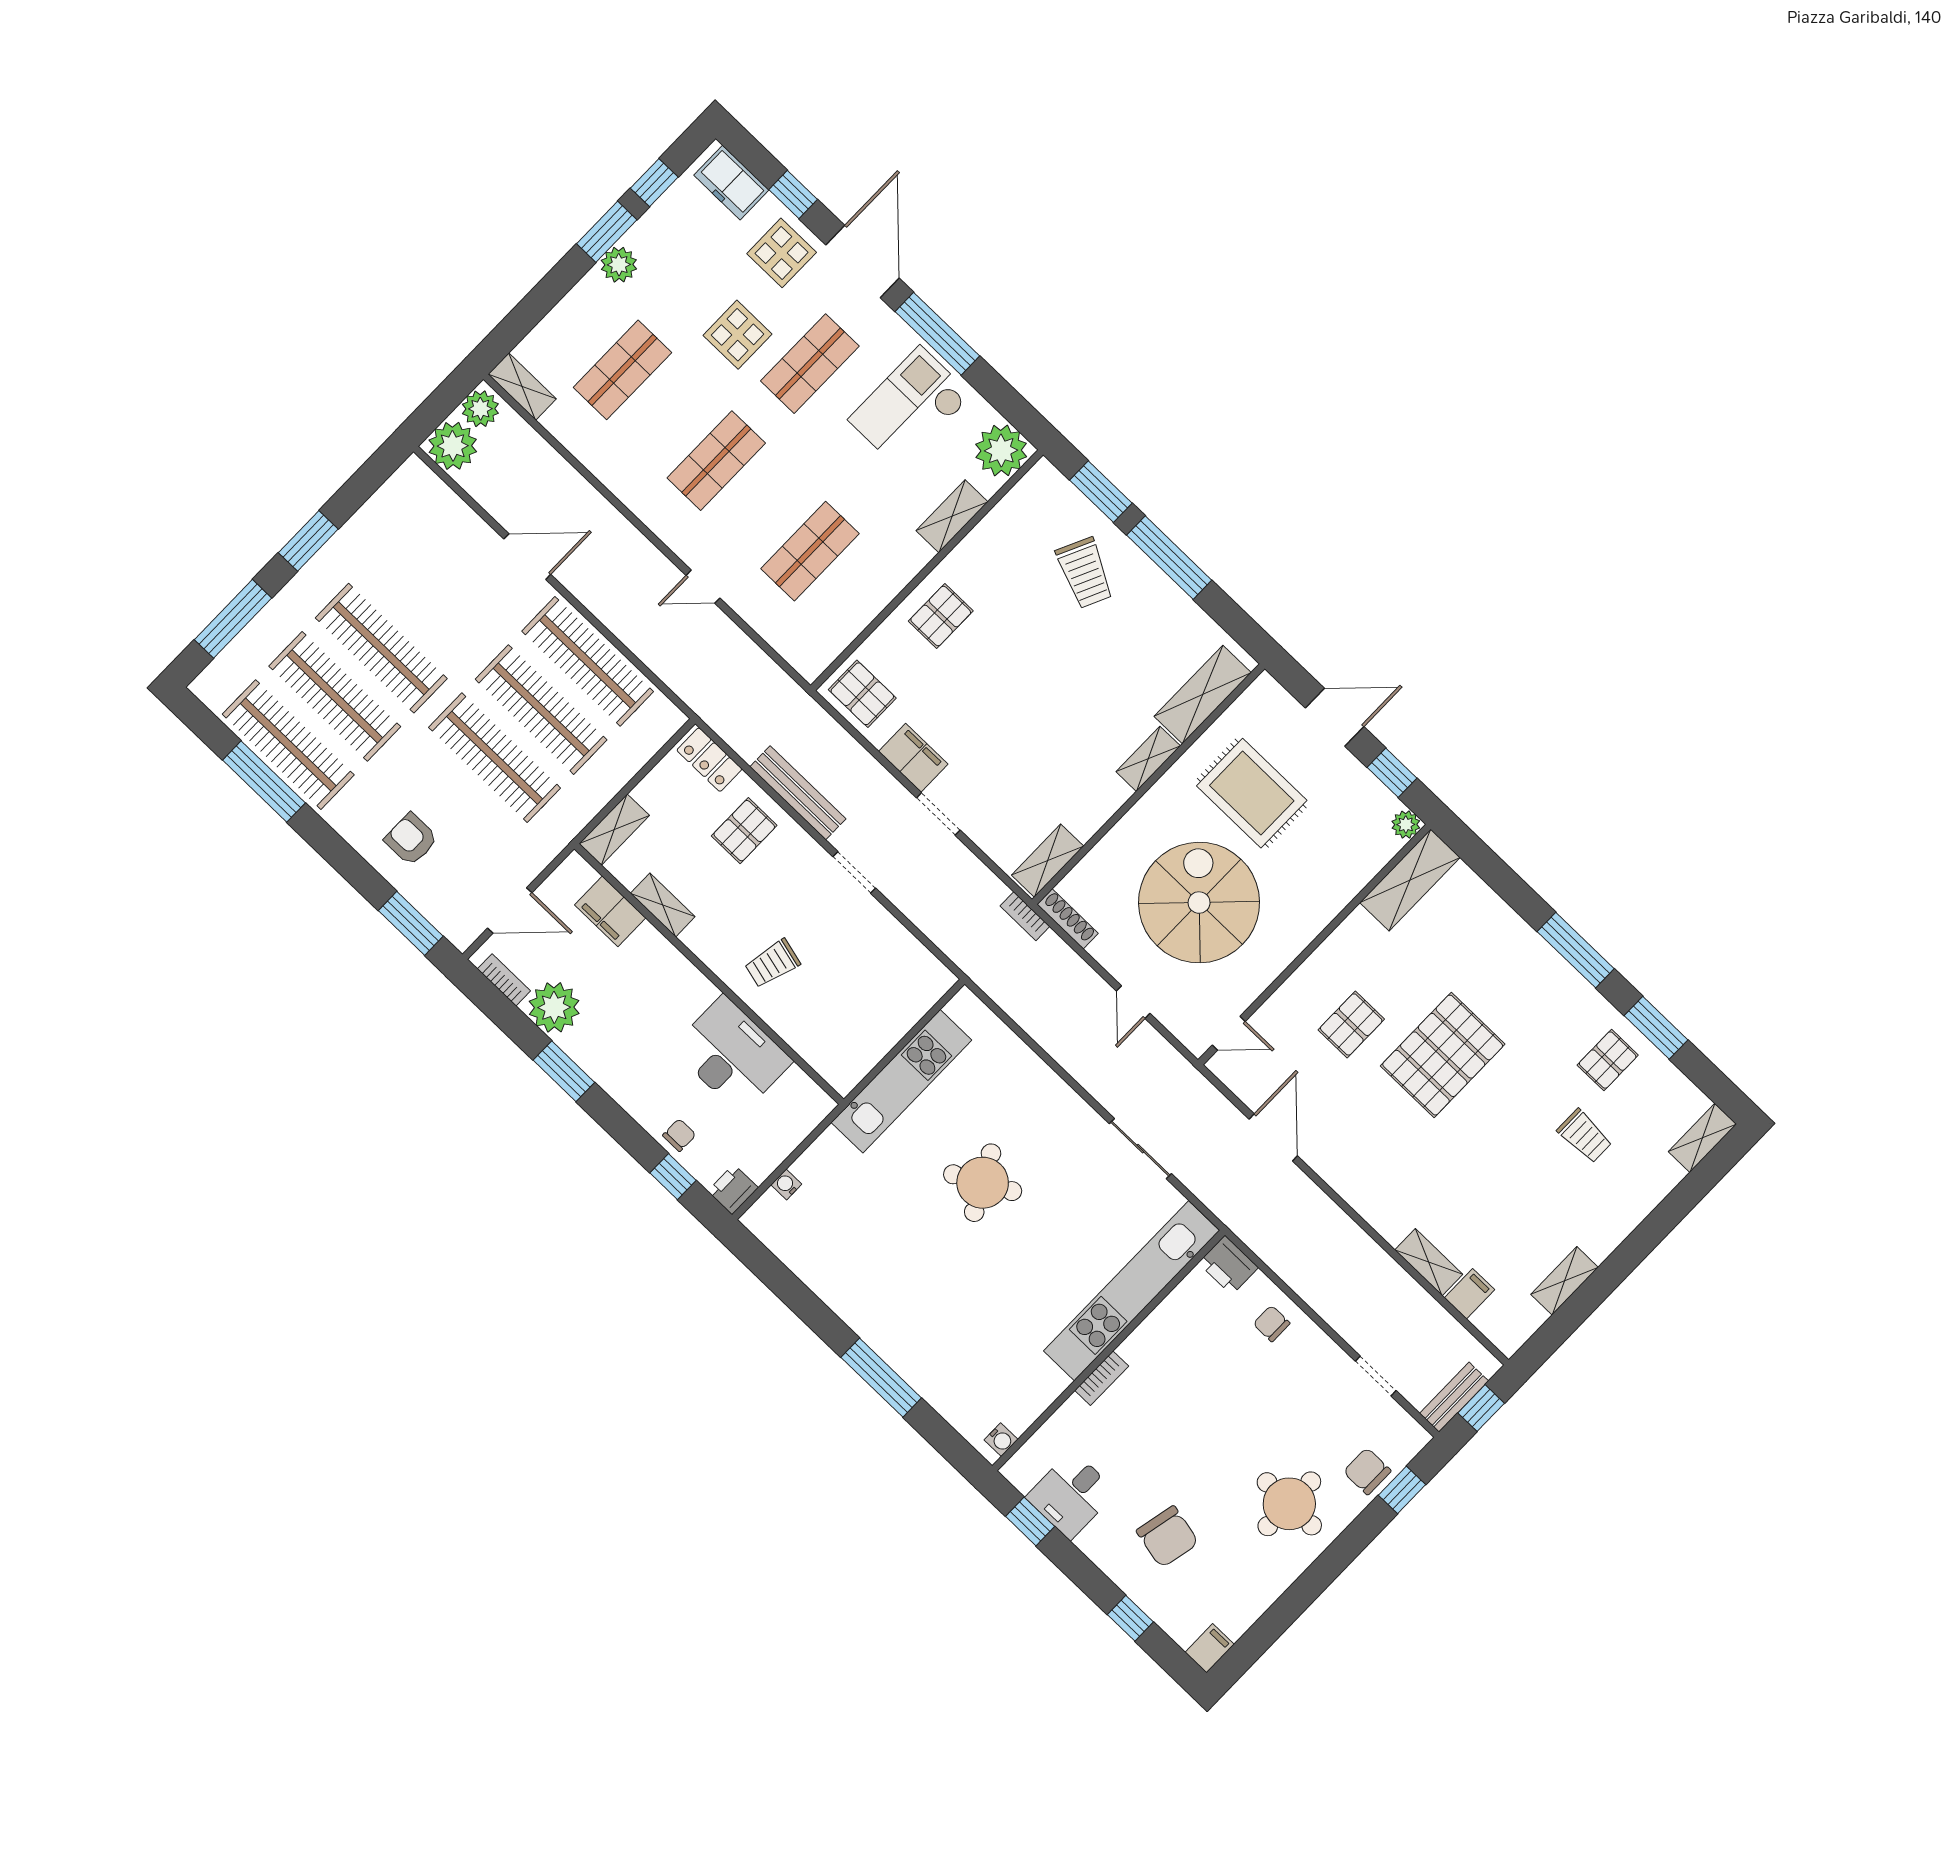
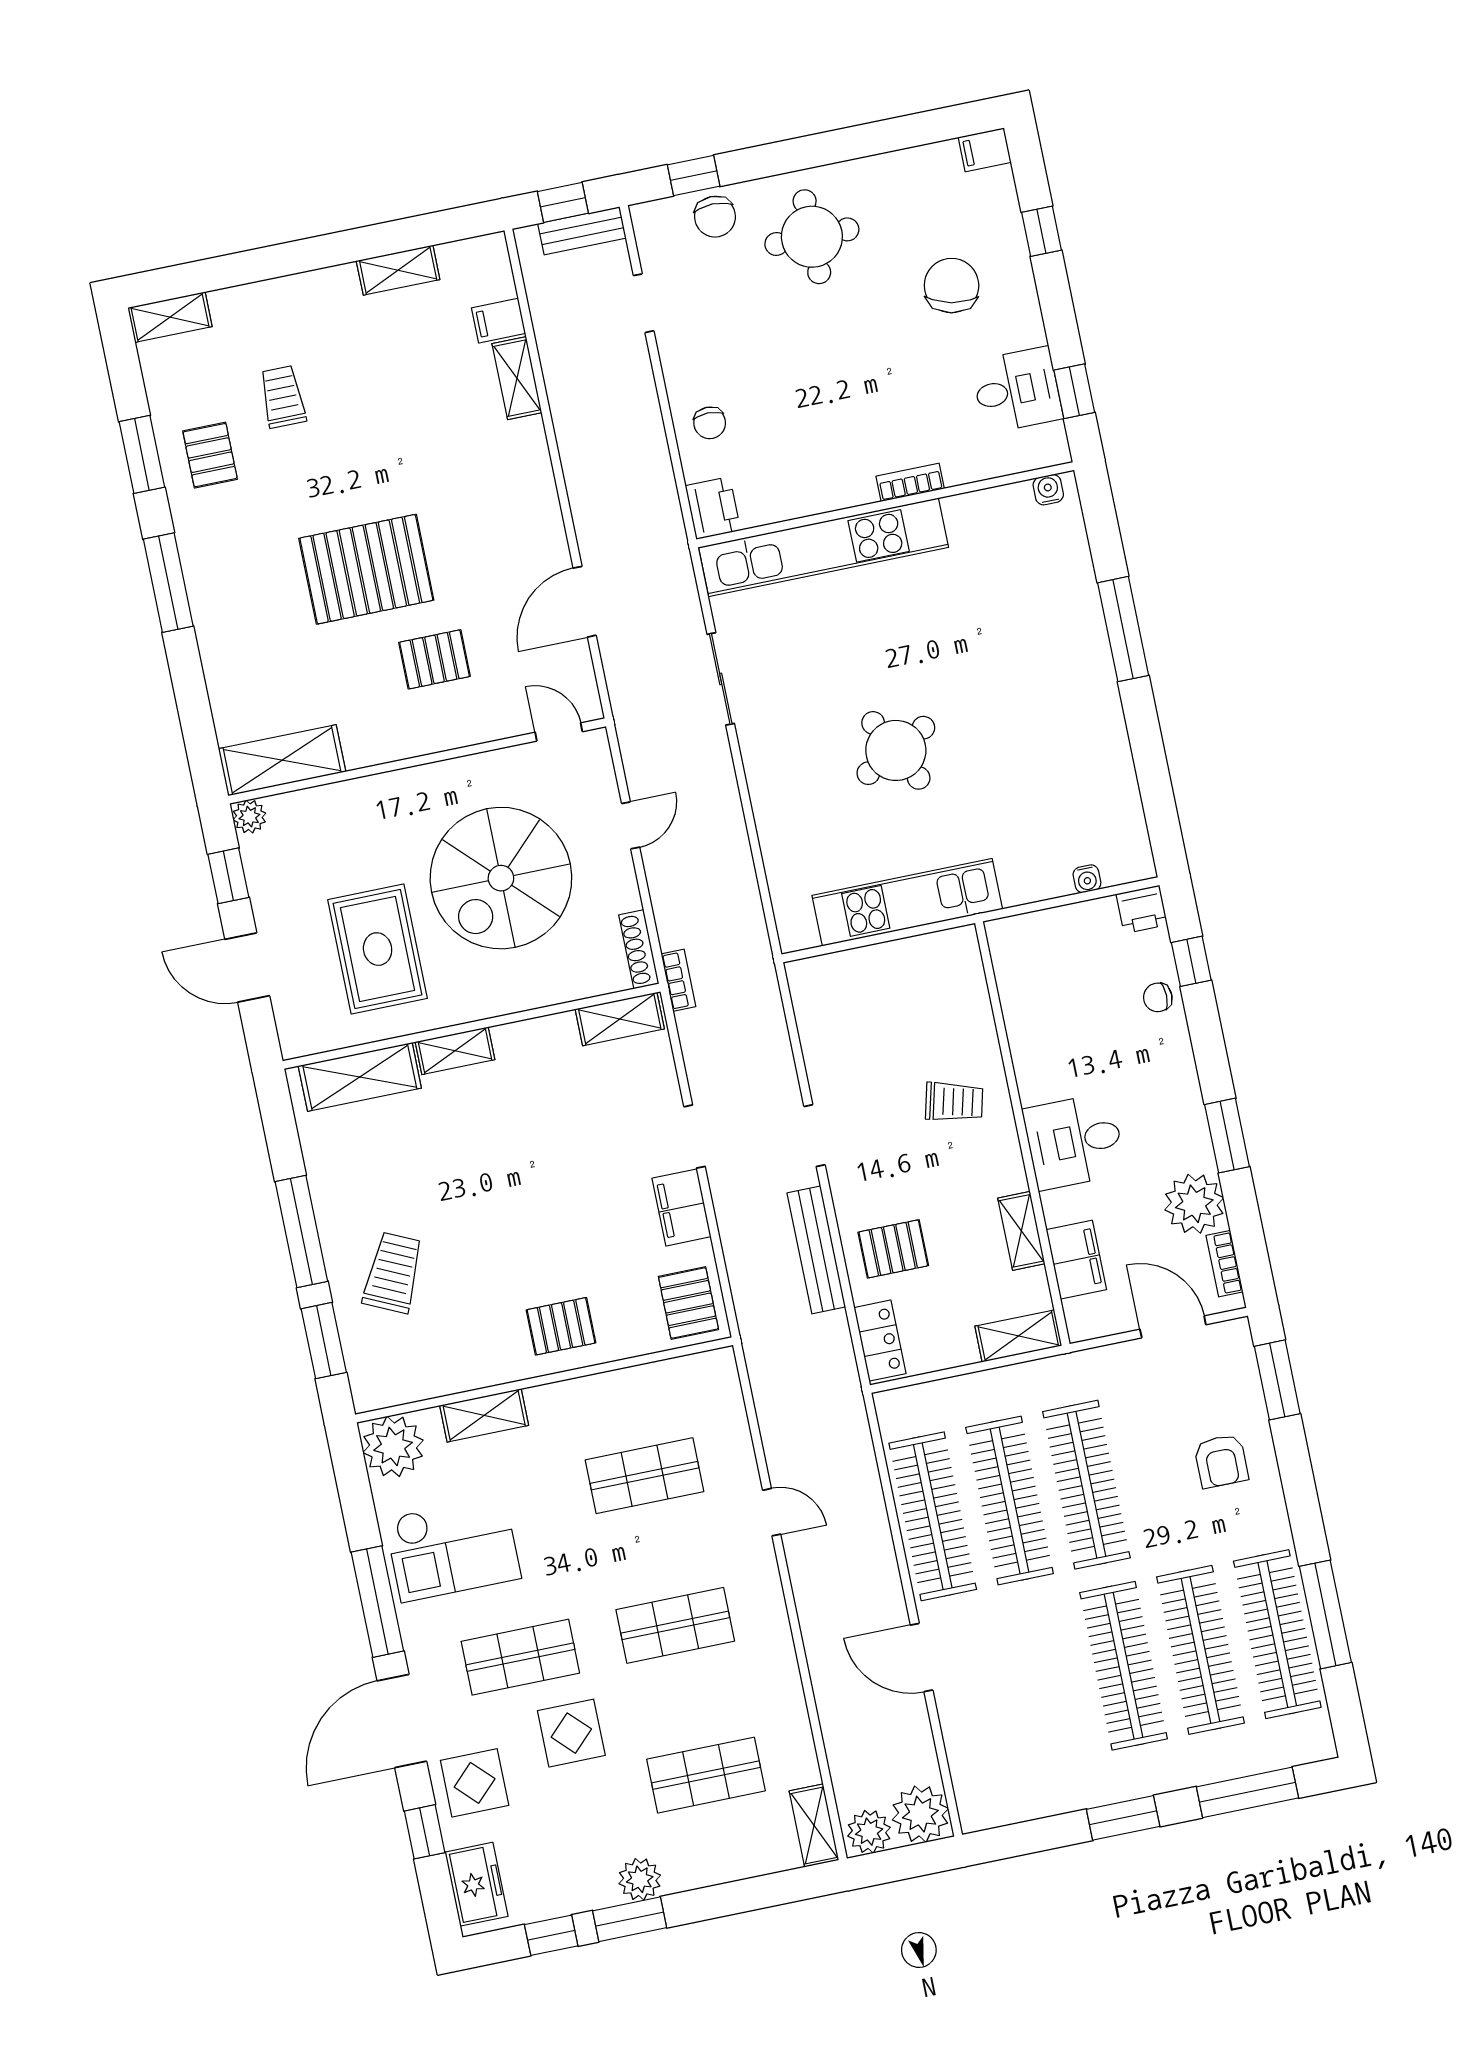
desk: (732, 1055) -> (1074, 1141), moved, width x0.73
pallet: (1608, 1060) -> (210, 455), turned 90

